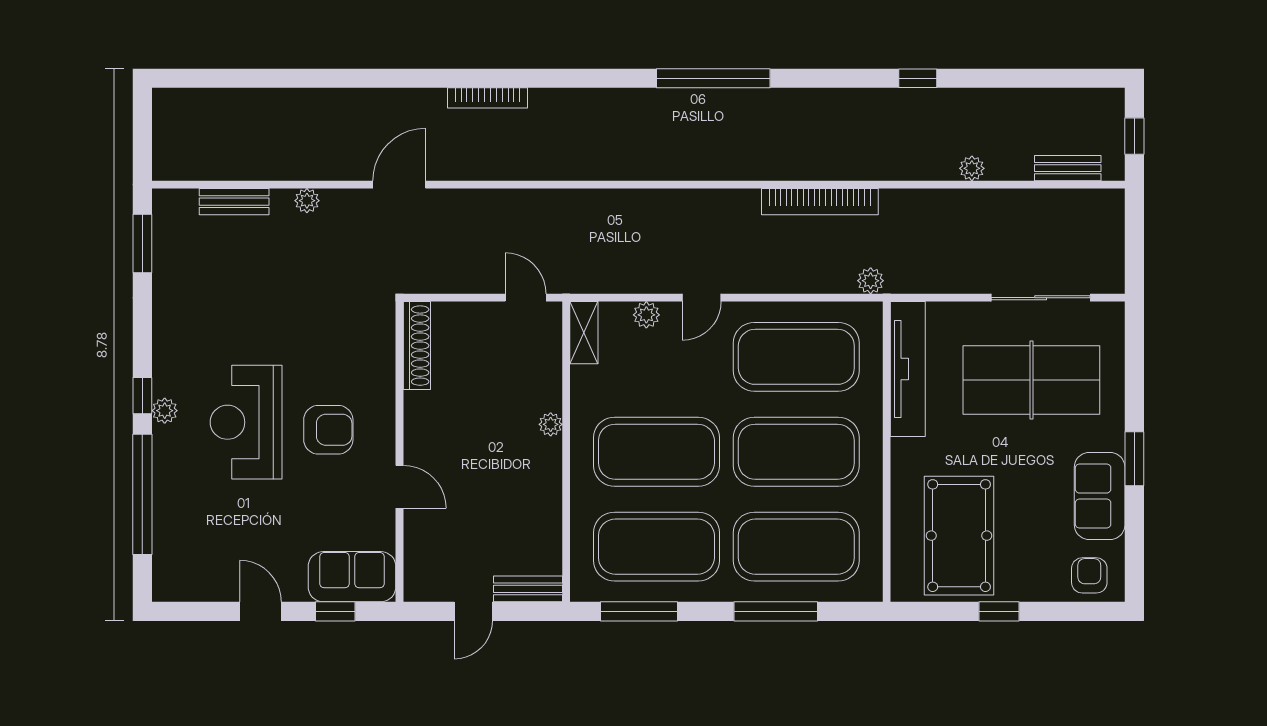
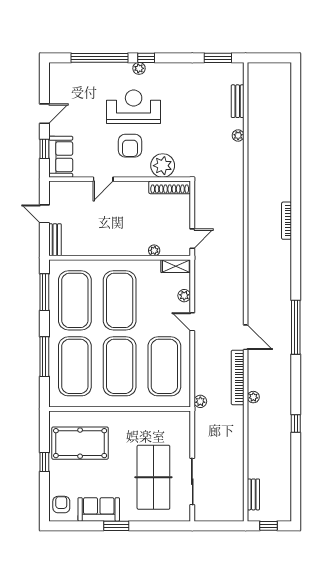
plant: (972, 168) -> (253, 397), moved
door: (399, 185) -> (246, 337), moved
plant: (371, 361) -> (163, 166), added
tv unit: (908, 369) -> (159, 419), removed
plant: (551, 424) -> (154, 250), moved
armchair: (1089, 575) -> (61, 505), turned -90

